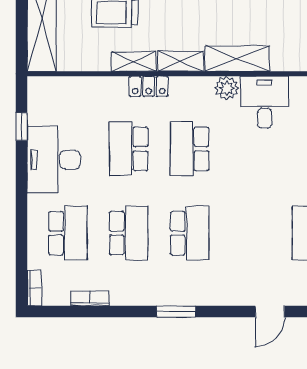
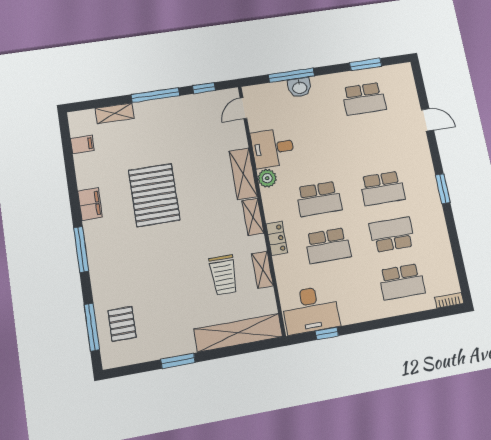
shelving: (134, 62) -> (262, 270), moved
desk: (54, 160) -> (310, 310), moved
school desk: (68, 233) -> (402, 282), turned 180
school desk: (190, 233) -> (382, 188), turned 180
bookcase: (90, 298) -> (447, 256), removed

